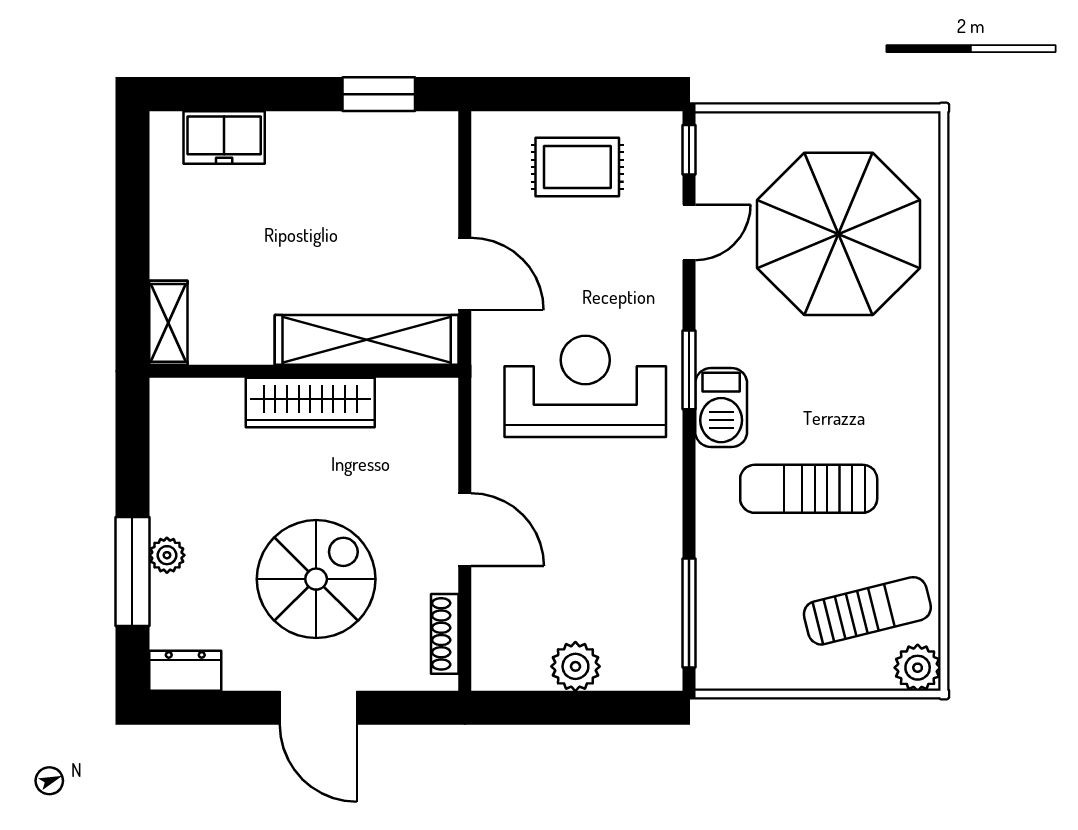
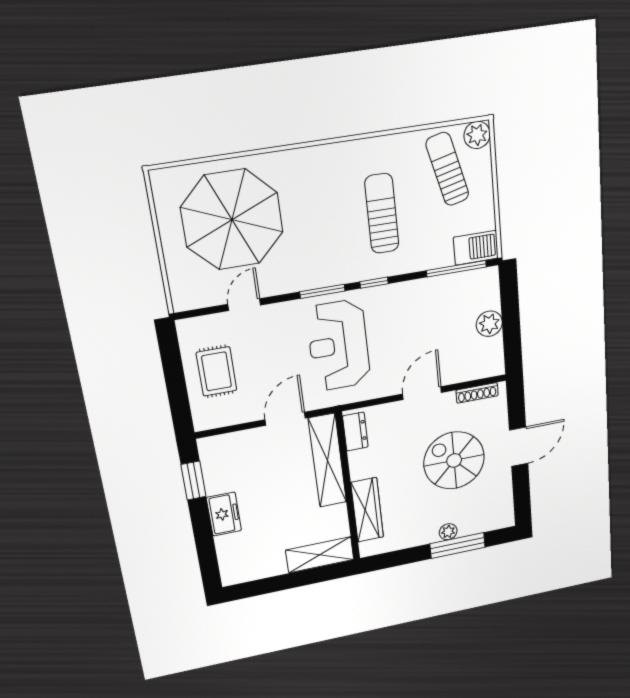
freezer: (224, 137) -> (224, 514), moved
window: (689, 150) -> (374, 283), moved
door: (689, 232) -> (244, 305), hinge flipped
shelving: (168, 323) -> (320, 555), width x1.50, depth x1.33
wardrobe: (310, 403) -> (367, 510), moved
barbecue: (721, 407) -> (476, 248), moved
sun lounger: (809, 489) -> (382, 214), turned 180
dresser: (185, 671) -> (355, 432), moved, turned 180

